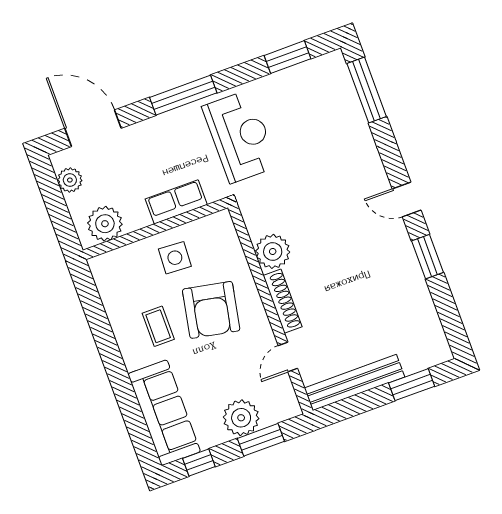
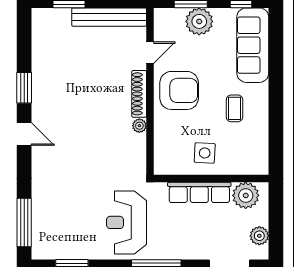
row of seats: (176, 202) -> (199, 192), width x1.48
plant: (273, 251) -> (139, 126), width x0.53, depth x0.53
armchair: (211, 310) -> (179, 90), moved, turned 79

